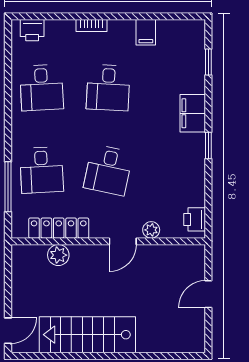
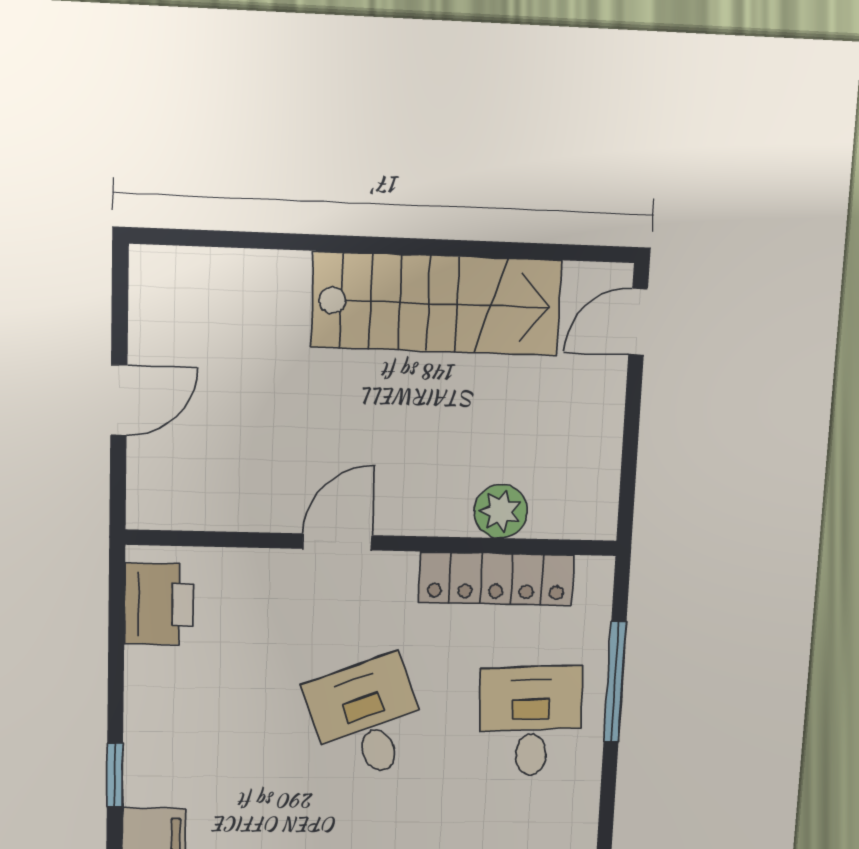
desk: (108, 170) -> (367, 719), turned -33
printer: (195, 219) -> (159, 604), width x1.36, depth x1.24
plant: (151, 230) -> (264, 569), removed

